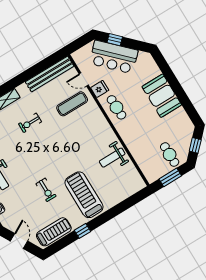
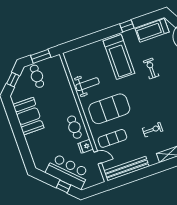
booth: (162, 96) -> (28, 116), moved
exercise mat: (82, 136) -> (109, 109), added

